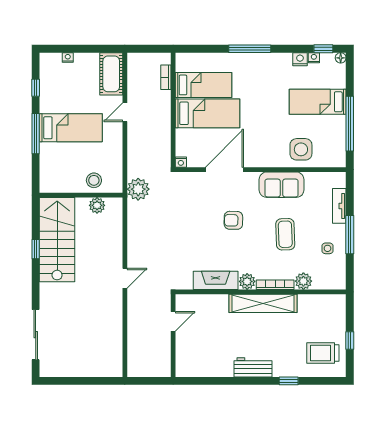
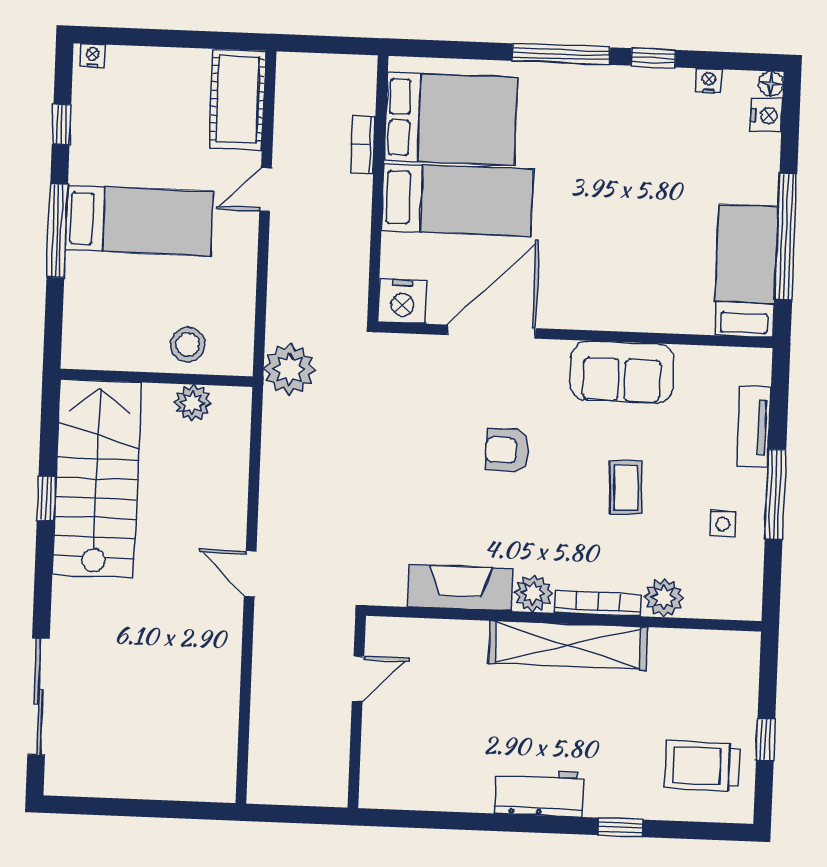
window: (323, 49) -> (653, 58), moved
nightstand: (68, 58) -> (92, 56), moved
nightstand: (300, 59) -> (766, 115), moved, turned 90
bookcase: (166, 77) -> (363, 144), moved
bed: (203, 85) -> (451, 119), width x1.50
bed: (318, 102) -> (746, 271), moved, turned 90
side table: (301, 149) -> (670, 292), removed
nightstand: (181, 162) -> (402, 301), width x1.89, depth x1.79
coffee table: (285, 234) -> (626, 487), width x0.73, depth x0.77
door: (125, 278) -> (250, 574), swing flipped

